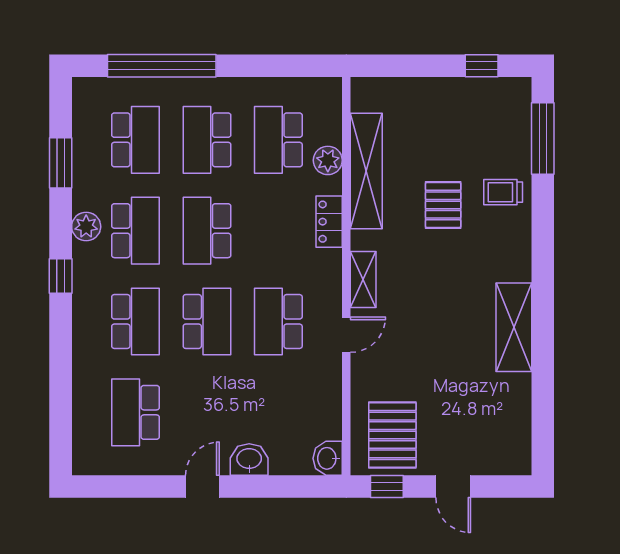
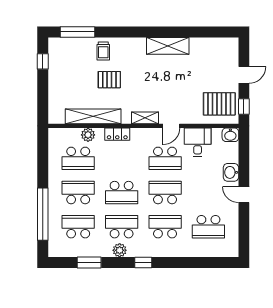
school desk: (207, 140) -> (78, 193), turned 180
door: (346, 335) -> (171, 126), swing flipped
desk: (312, 390) -> (198, 142), added

